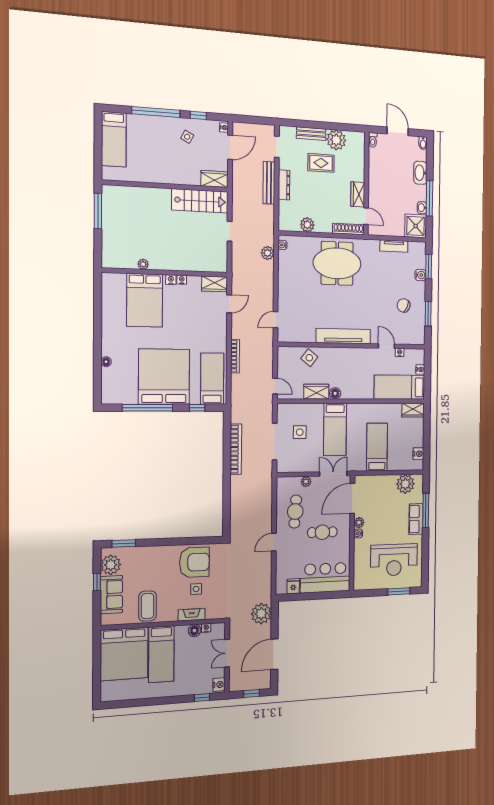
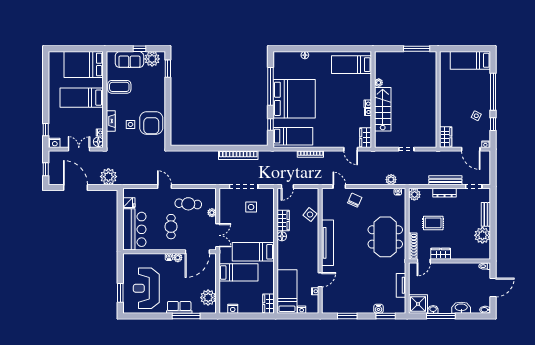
rug: (321, 163) -> (433, 223), moved, turned 90
stairs: (200, 201) -> (383, 109), moved, turned 180
plant: (307, 225) -> (414, 194), moved
bed: (145, 300) -> (351, 65), moved, width x0.67
chair: (404, 305) -> (355, 200), moved
bed: (335, 429) -> (253, 252), moved
door: (352, 498) -> (197, 252), swing flipped
floor lamp: (194, 631) -> (98, 142), moved
bed: (124, 654) -> (84, 64), width x0.73

